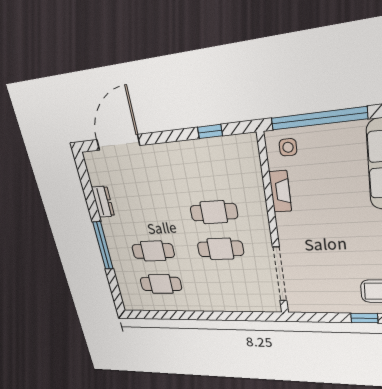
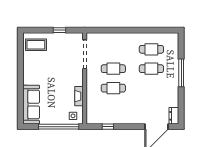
dresser: (103, 202) -> (174, 116), moved
window: (364, 318) -> (60, 30), moved

